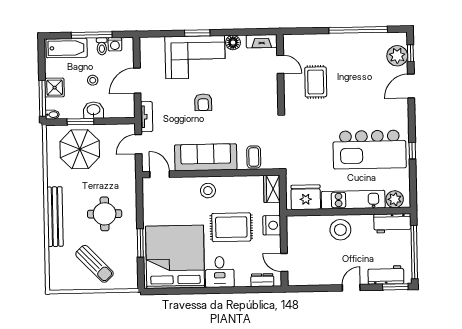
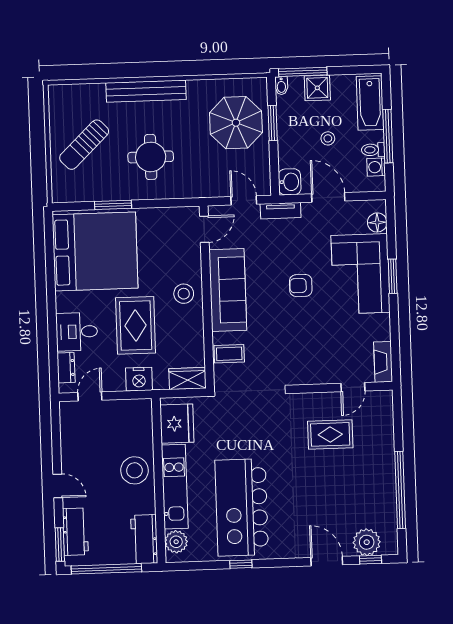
floor lamp: (233, 43) -> (377, 222), moved
washbasin: (94, 110) -> (290, 182), moved
desk: (220, 272) -> (77, 332), moved

